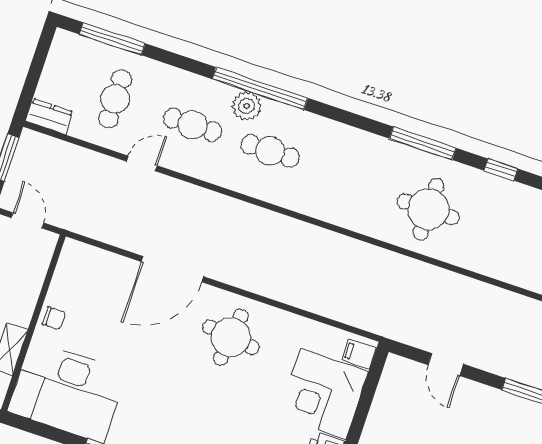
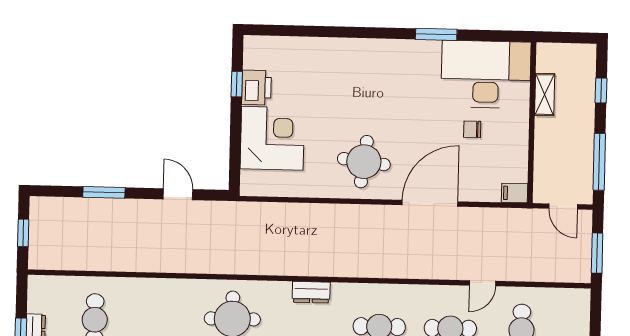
dresser: (49, 116) -> (311, 292), moved
chair: (54, 318) -> (472, 129), moved
filing cabinet: (359, 354) -> (515, 193), moved, turned 180

